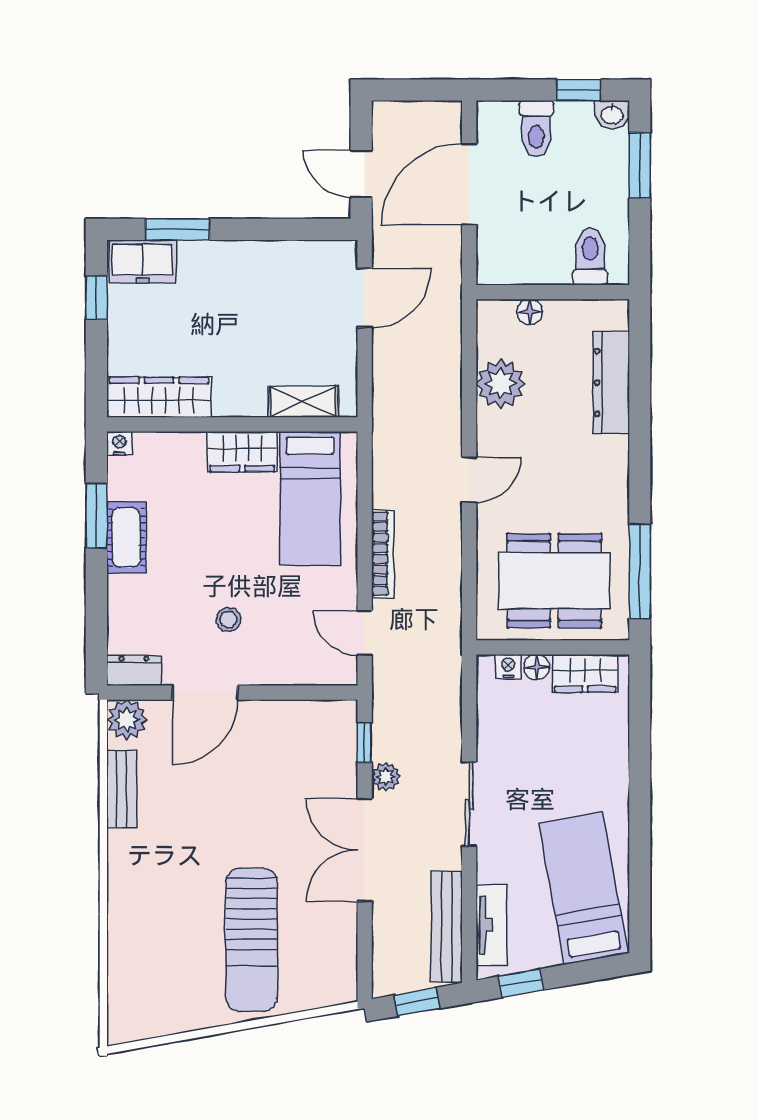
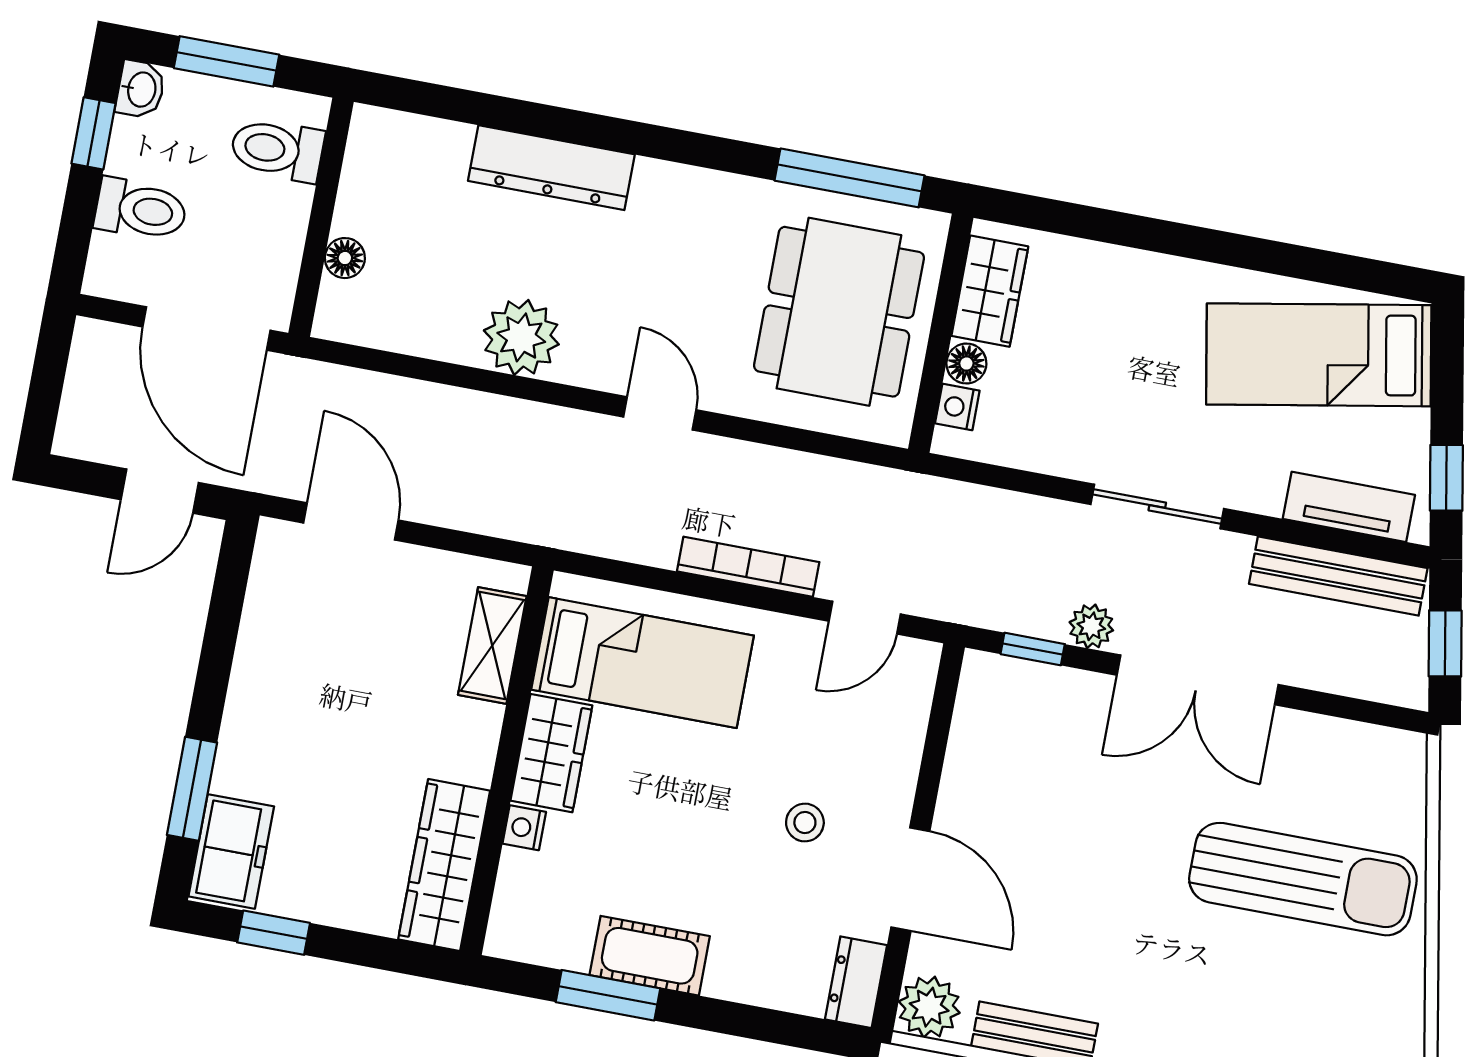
toilet: (590, 256) -> (277, 150), moved
wall: (553, 292) -> (321, 217), moved
floor lamp: (530, 312) -> (345, 258), moved
nightstand: (119, 443) -> (524, 828), moved

